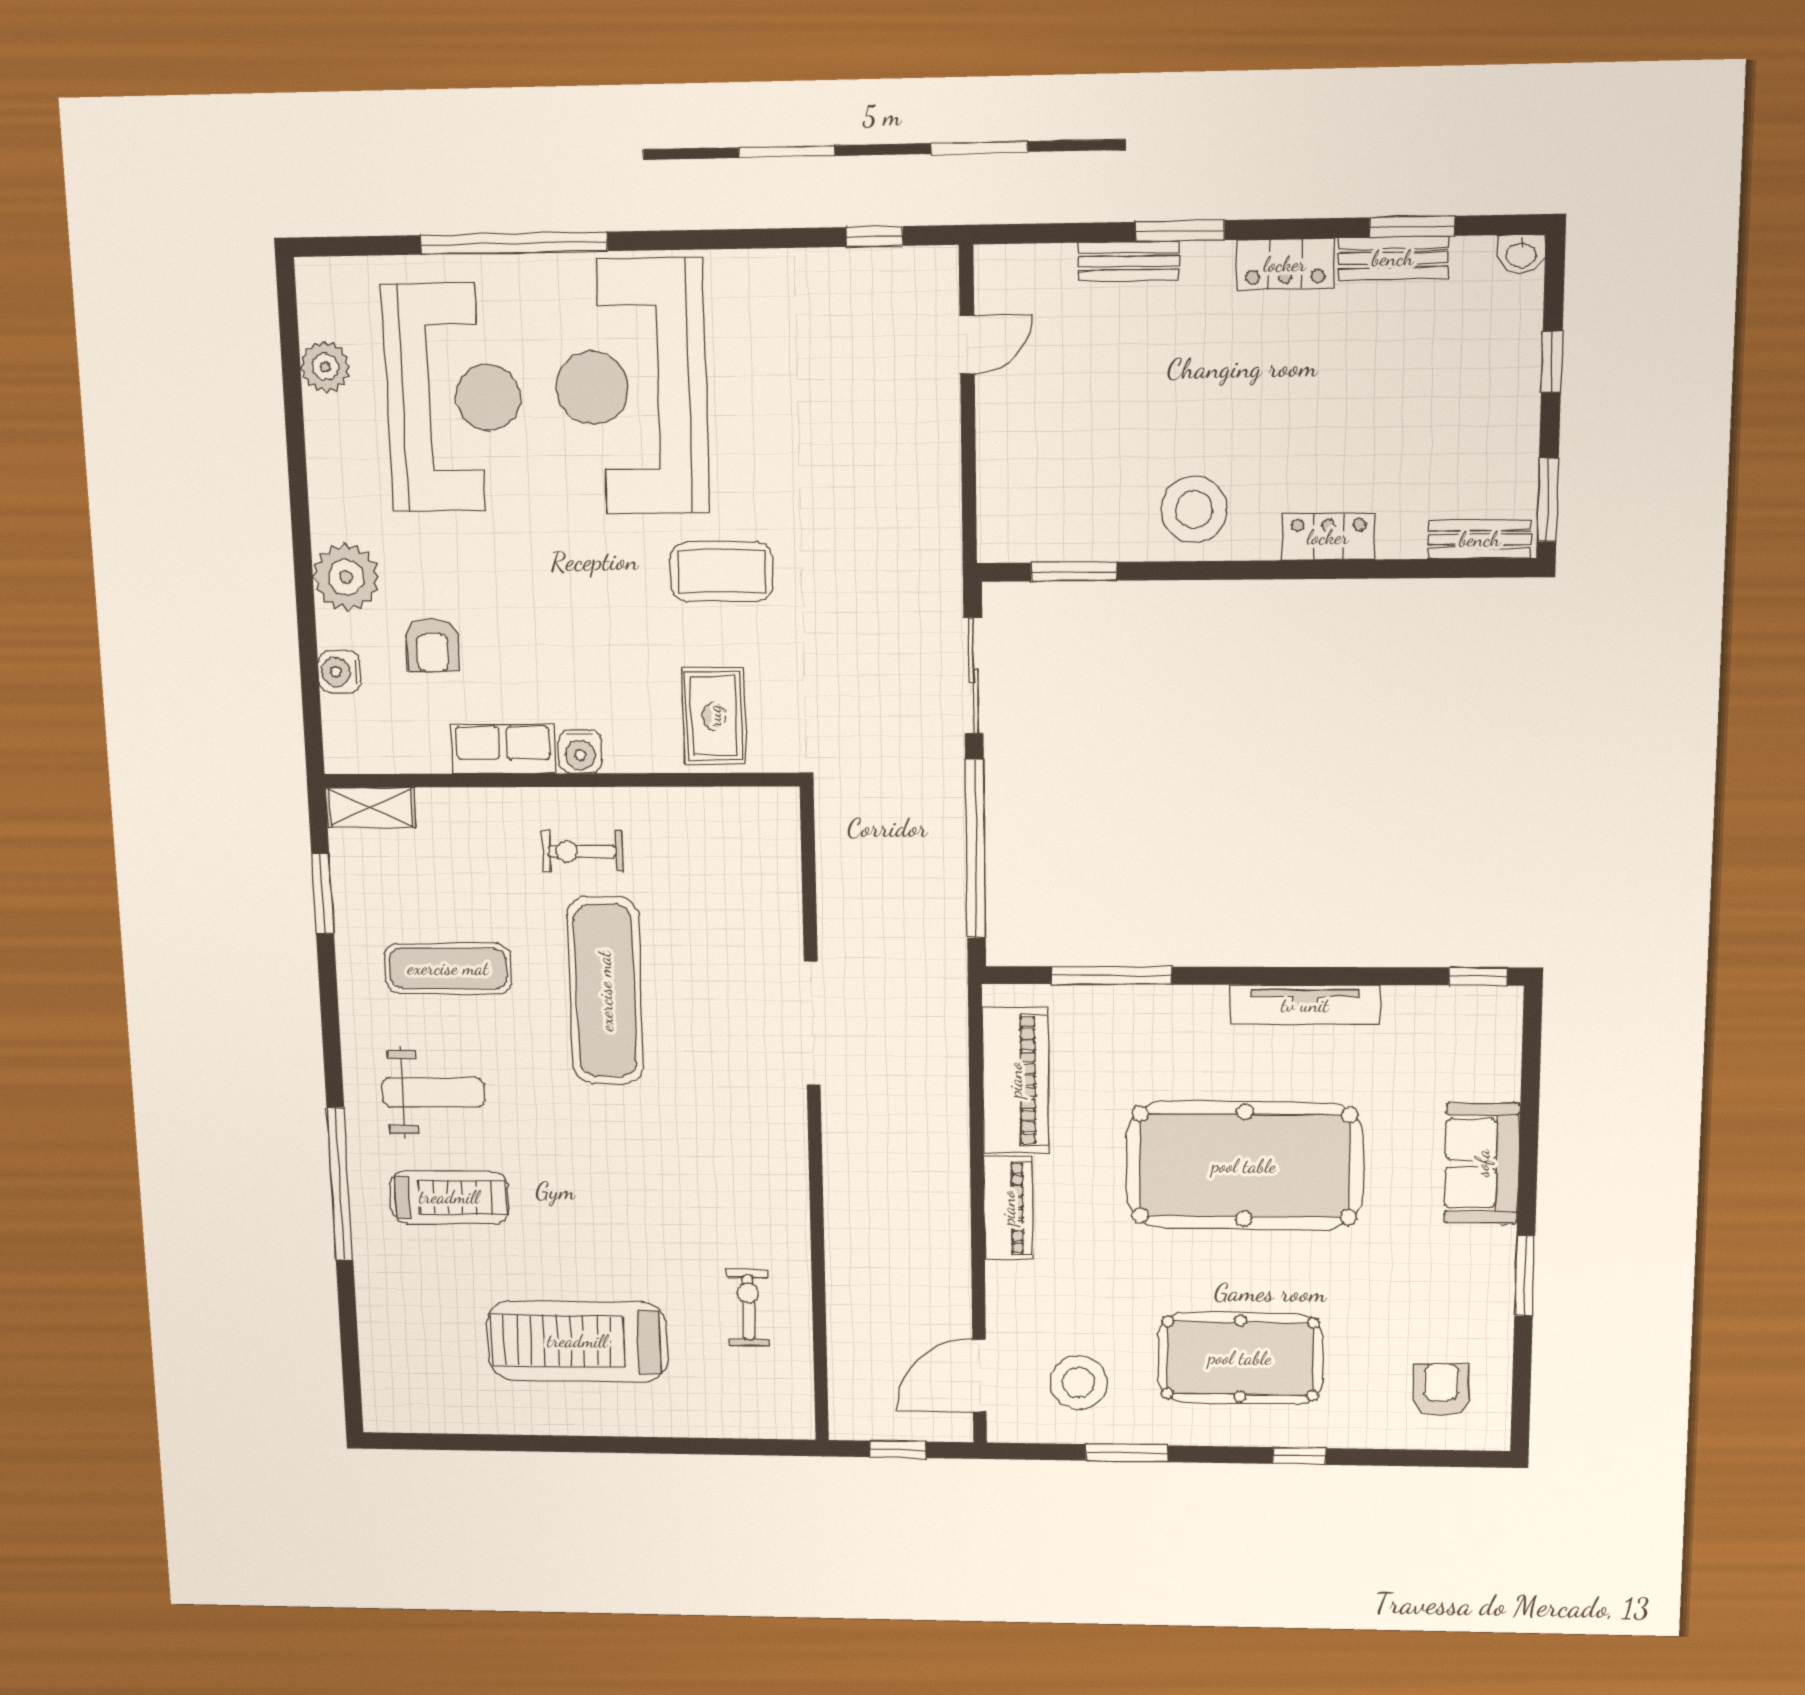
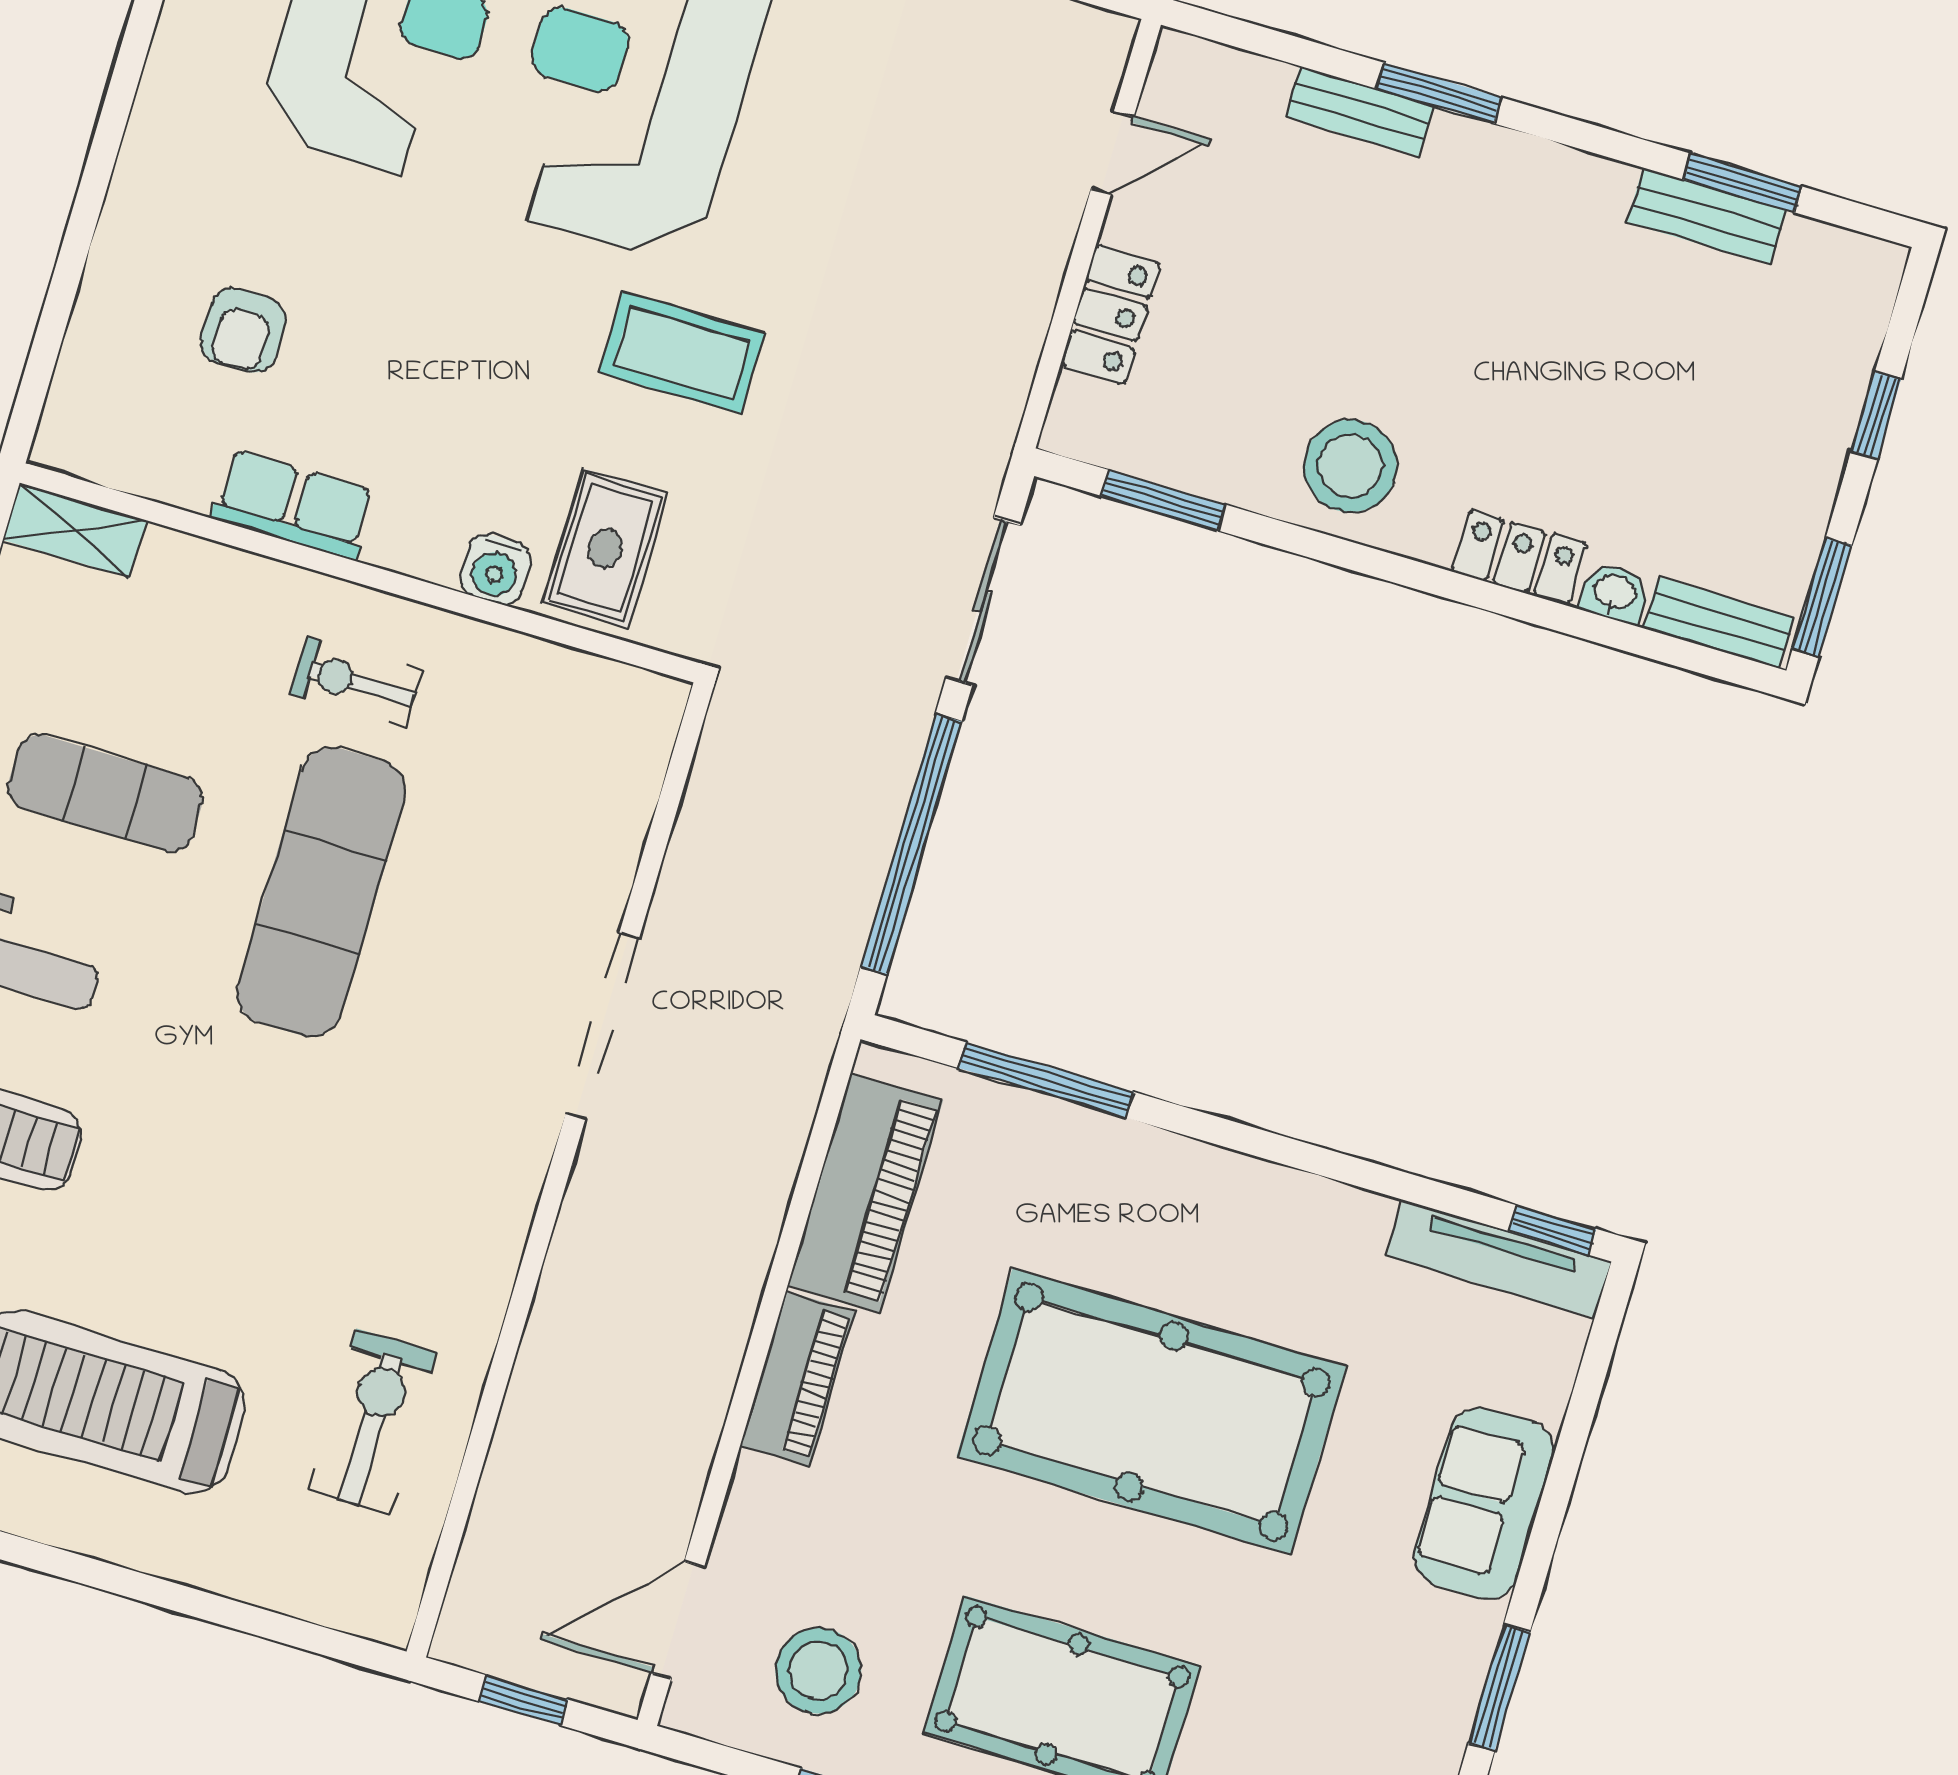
washbasin: (1521, 254) -> (1615, 593), moved, turned 180
locker: (1285, 264) -> (1110, 314), moved, turned -90
plant: (346, 577) -> (155, 200), removed
water cooler: (339, 672) -> (98, 327), removed
water cooler: (580, 752) -> (495, 569), moved
tv unit: (1305, 1005) -> (1499, 1259), moved
exercise bike: (748, 1308) -> (373, 1421), width x1.38, depth x1.39

